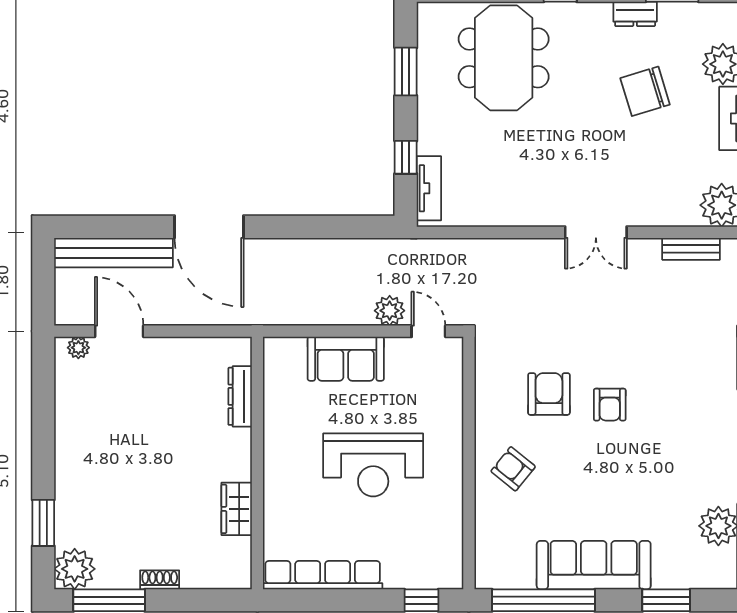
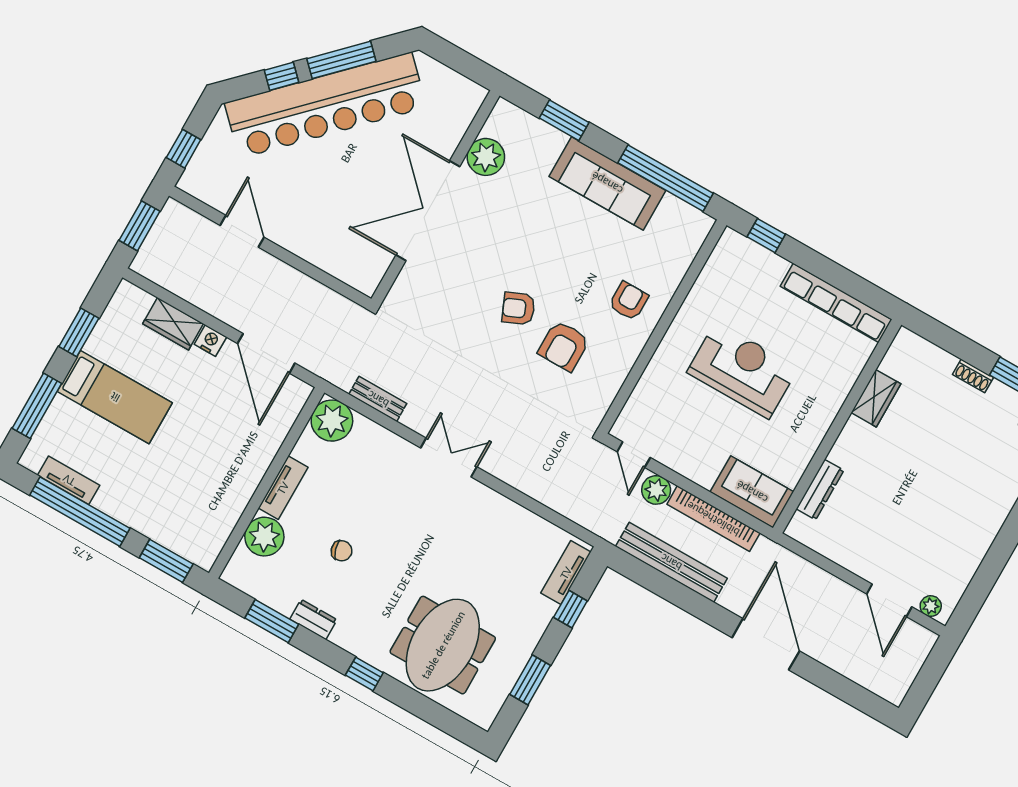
chair: (645, 91) -> (342, 551), width x0.54, depth x0.54
bench: (114, 253) -> (671, 562), moved
bookcase: (322, 314) -> (713, 519), added
sofa: (346, 359) -> (752, 492), moved
armchair: (610, 405) -> (518, 309), turned -113
armchair: (513, 469) -> (629, 301), turned -129

